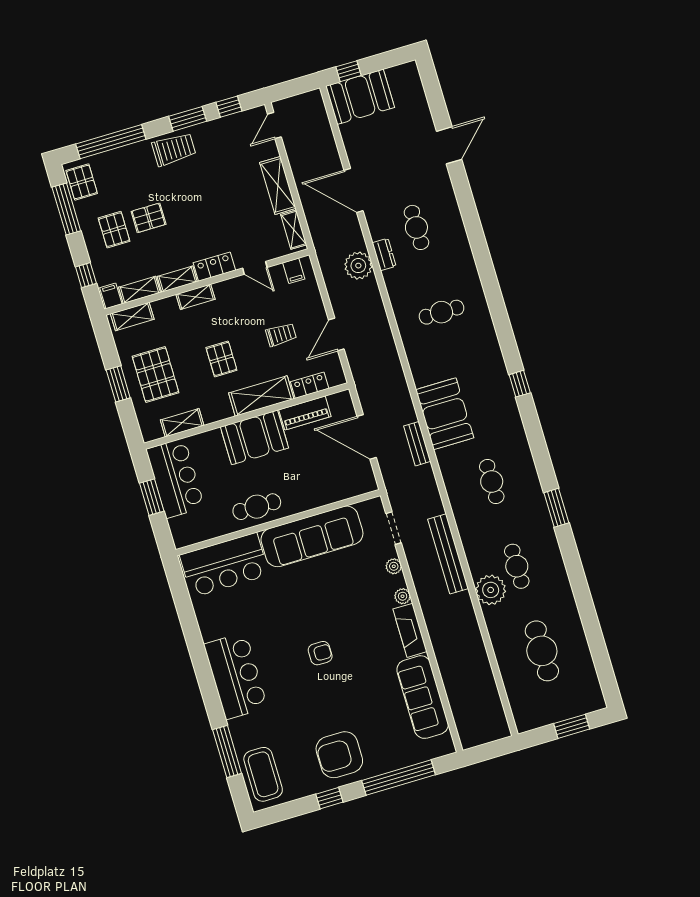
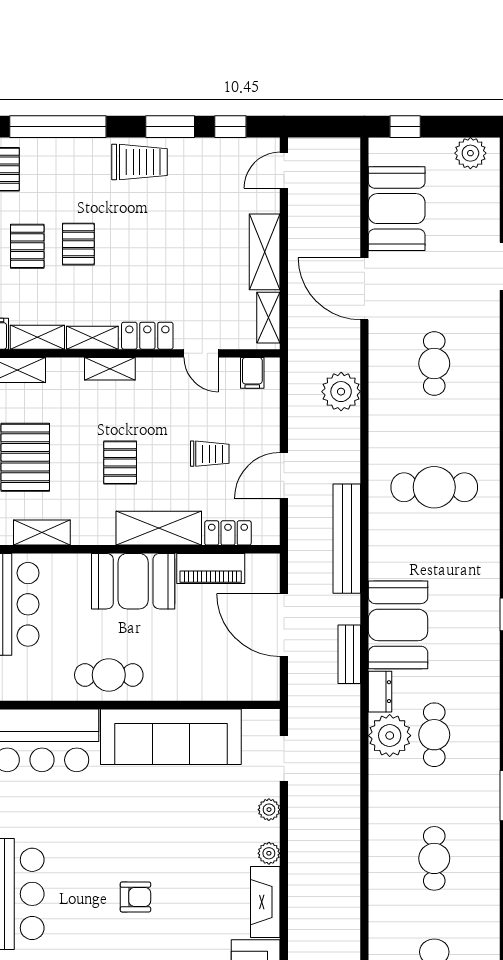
plant: (399, 76) -> (470, 153), added
booth: (360, 97) -> (397, 209), moved, turned 90
pallet: (149, 218) -> (78, 244), turned 90
dresser: (384, 254) -> (380, 692), moved
cafe table: (442, 312) -> (434, 487), width x1.37, depth x1.35
bench: (448, 554) -> (347, 539), moved
plant: (491, 590) -> (390, 736), moved

